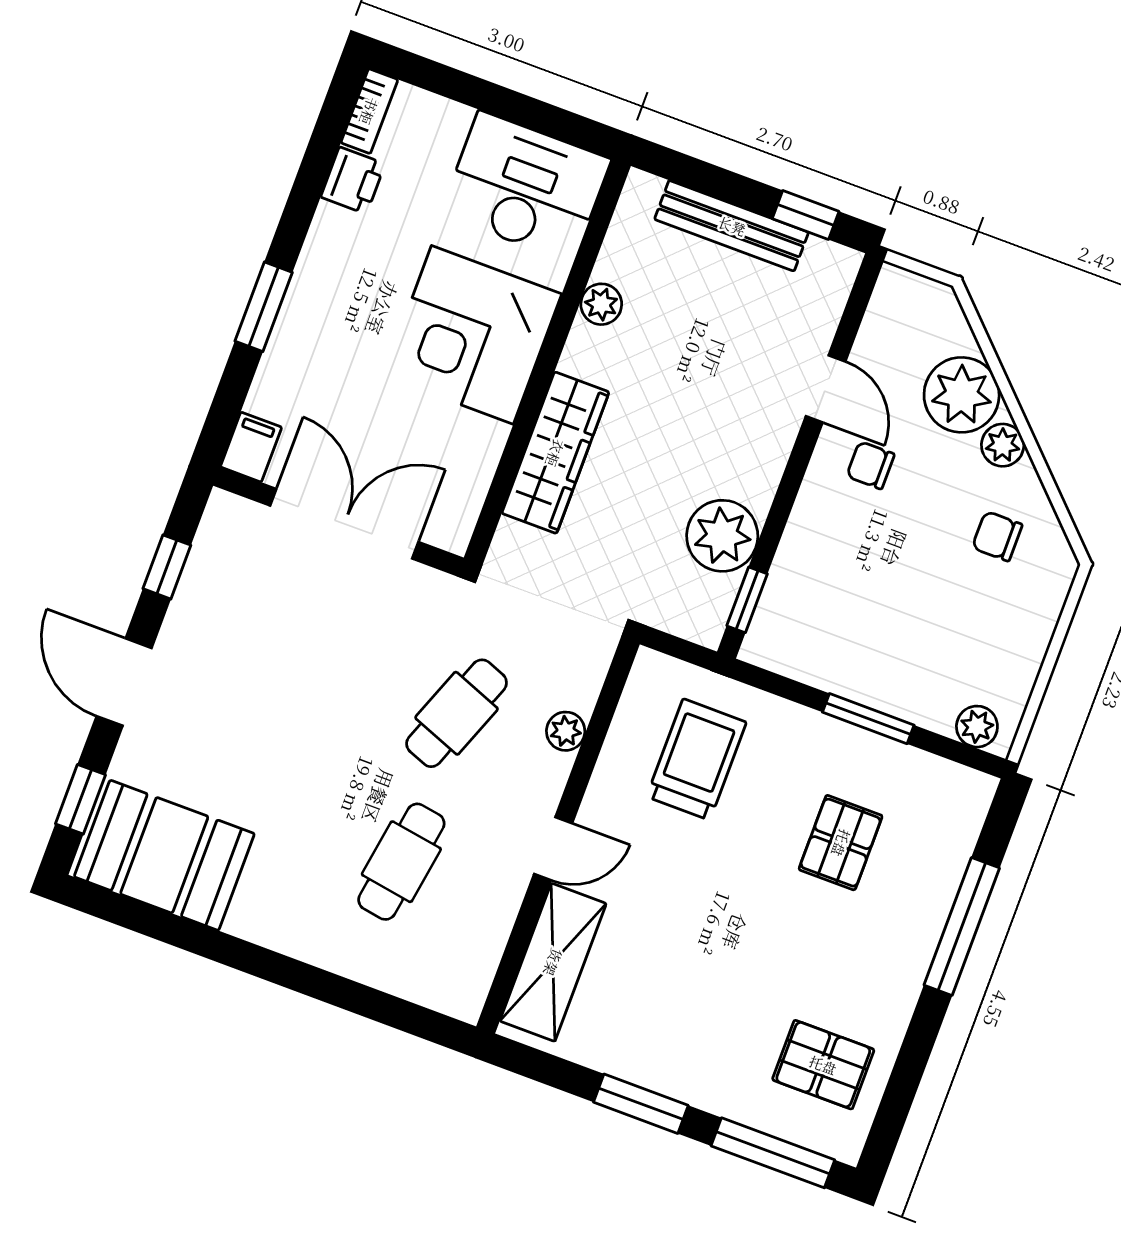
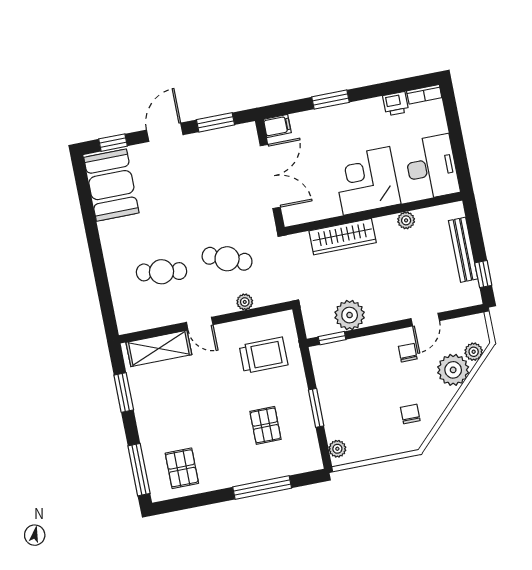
plant: (1003, 445) -> (474, 352), moved
window: (167, 567) -> (216, 122), width x1.50
pallet: (841, 843) -> (265, 425), turned 90
window: (641, 1104) -> (124, 393), moved

